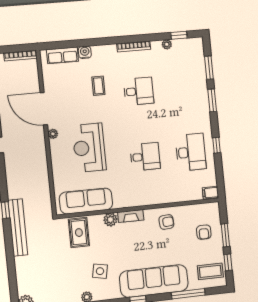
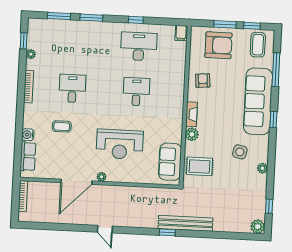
sofa: (86, 201) -> (170, 162), width x0.73
armchair: (204, 232) -> (219, 45), width x1.88, depth x1.88

